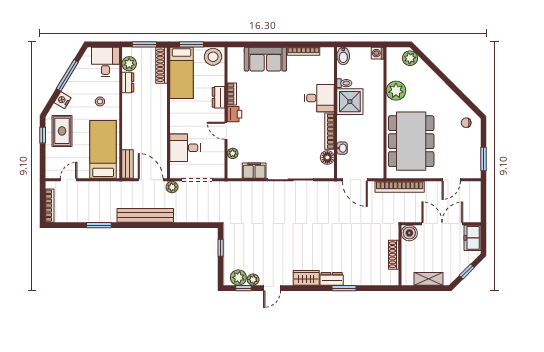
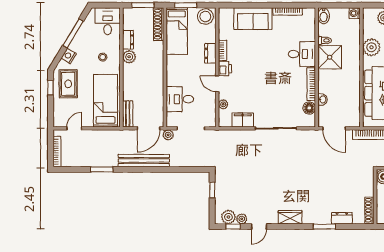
plant: (129, 64) -> (129, 57), moved
door: (151, 180) -> (149, 128), swing flipped
shoe rack: (394, 255) -> (369, 210), moved
dresser: (332, 279) -> (342, 218), moved

